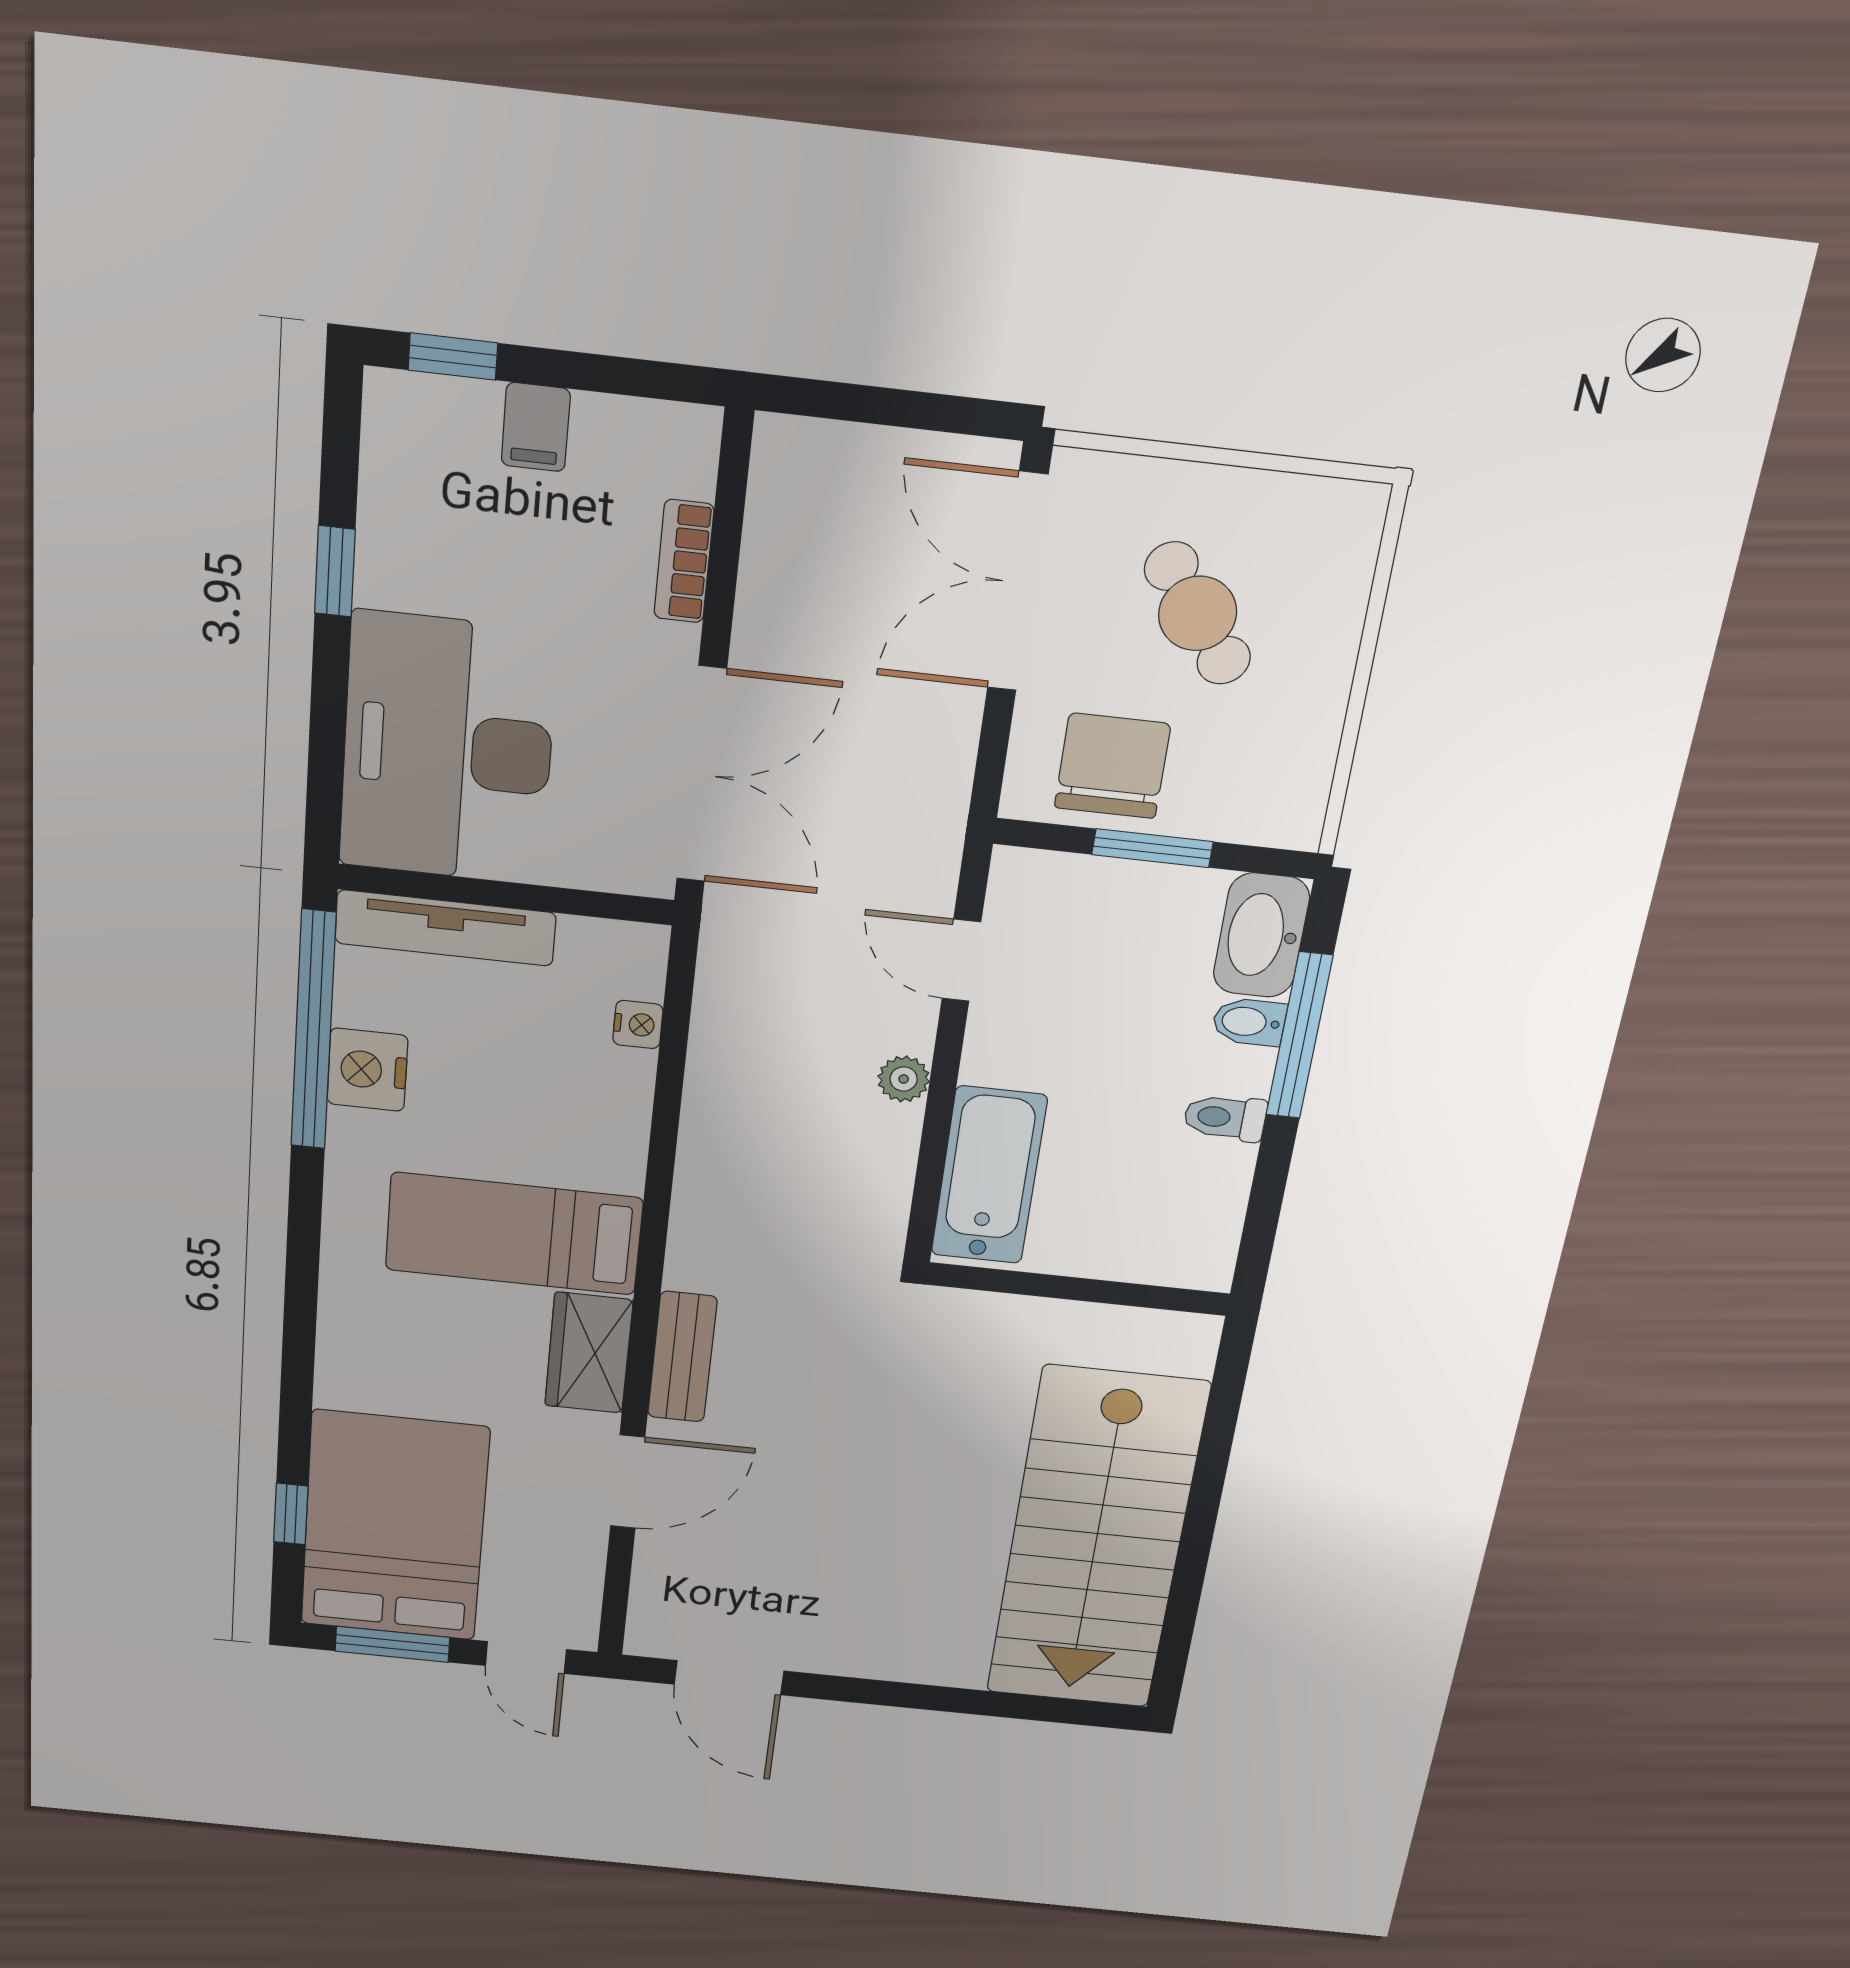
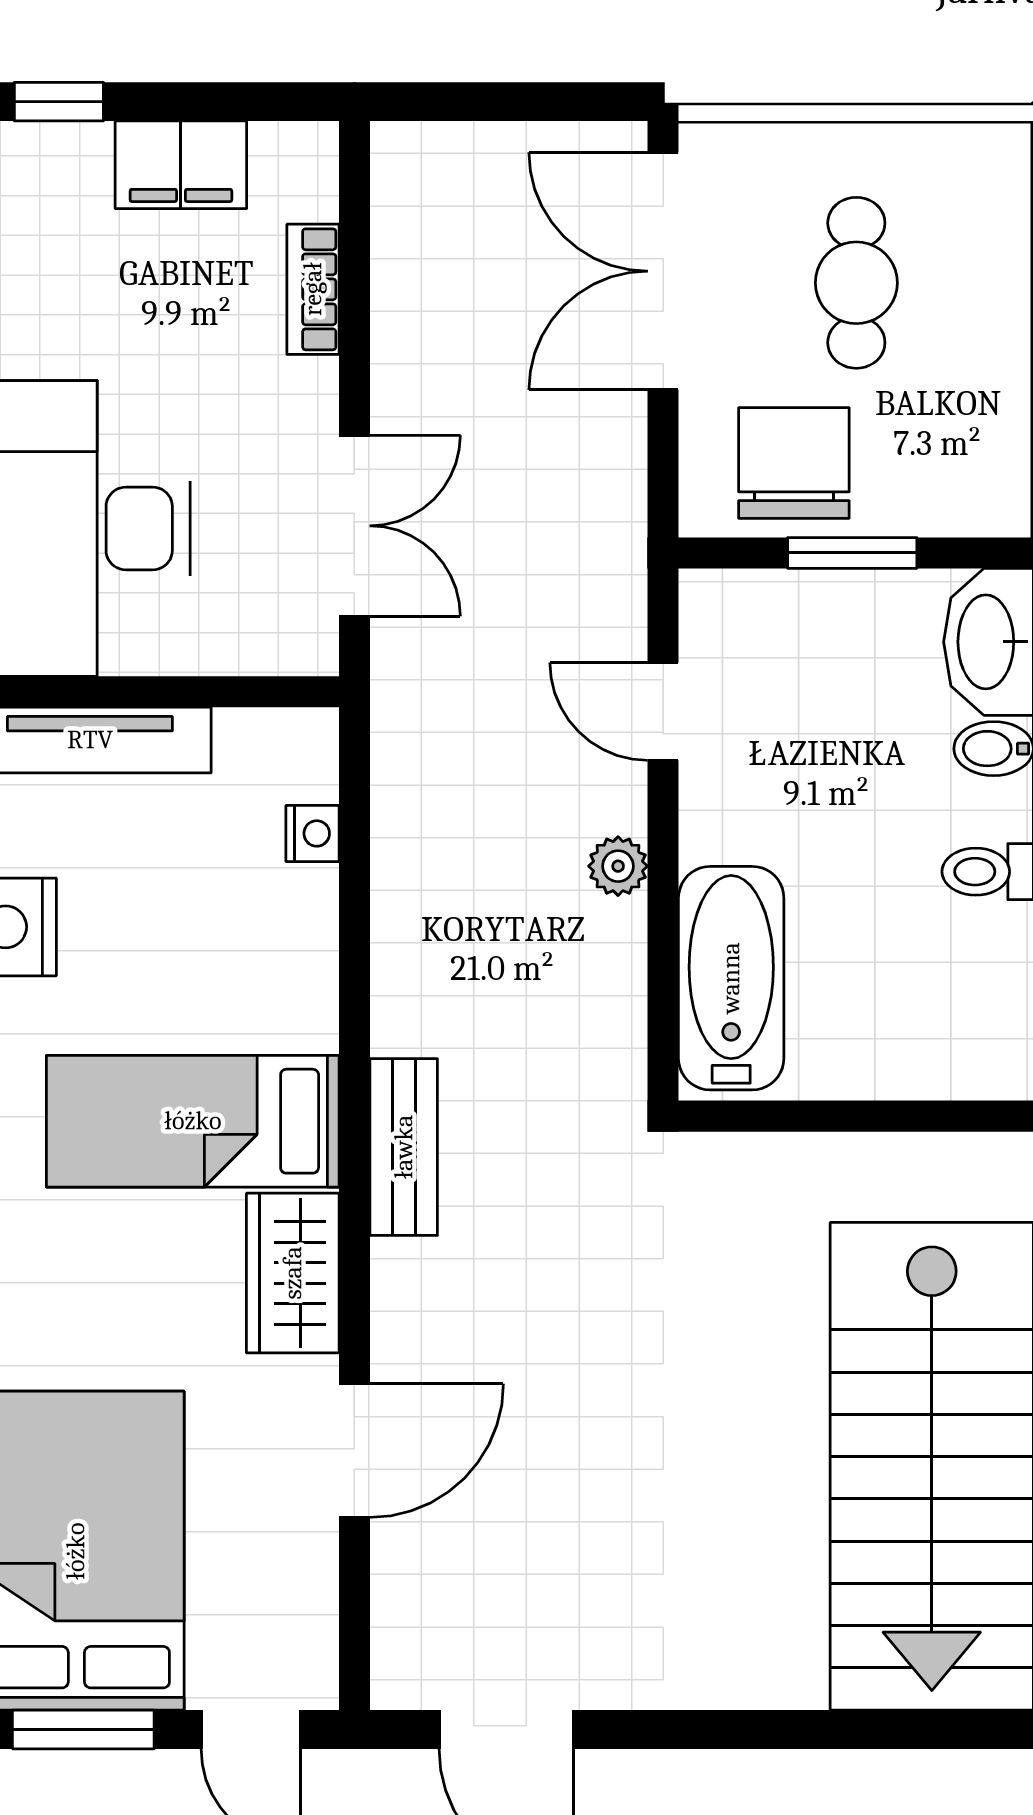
filing cabinet: (536, 427) -> (181, 165), width x2.00
cafe table: (1198, 613) -> (856, 283), turned 37
double door: (701, 775) -> (354, 526), width x0.73
bench: (682, 1357) -> (404, 1147), moved

